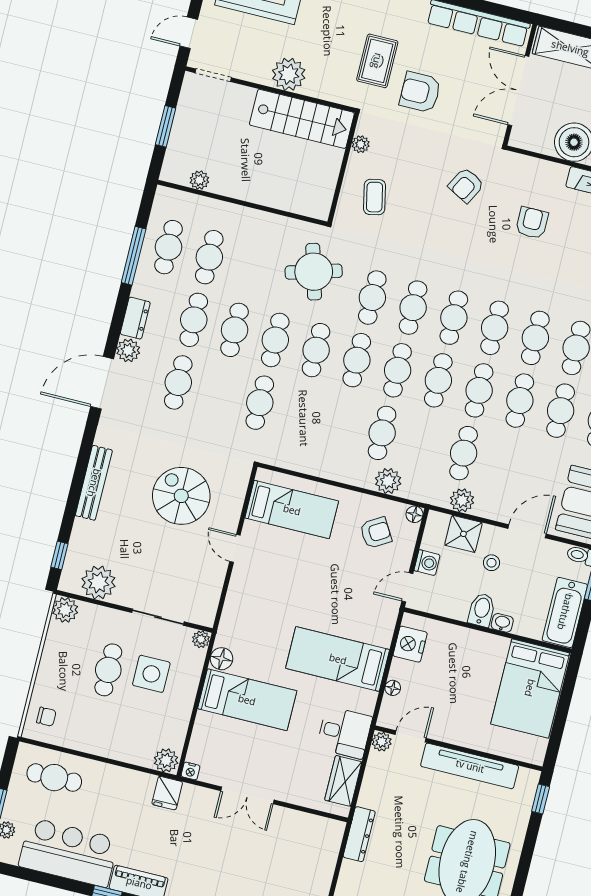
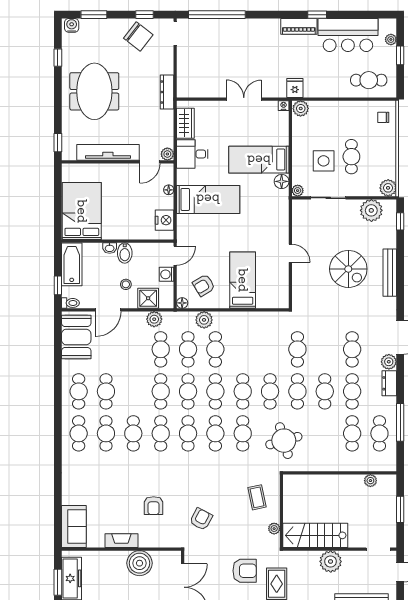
cafe table: (520, 401) -> (188, 349), moved
spiral stairs: (181, 496) -> (348, 269), moved
bed: (292, 510) -> (243, 280), moved, turned 90

